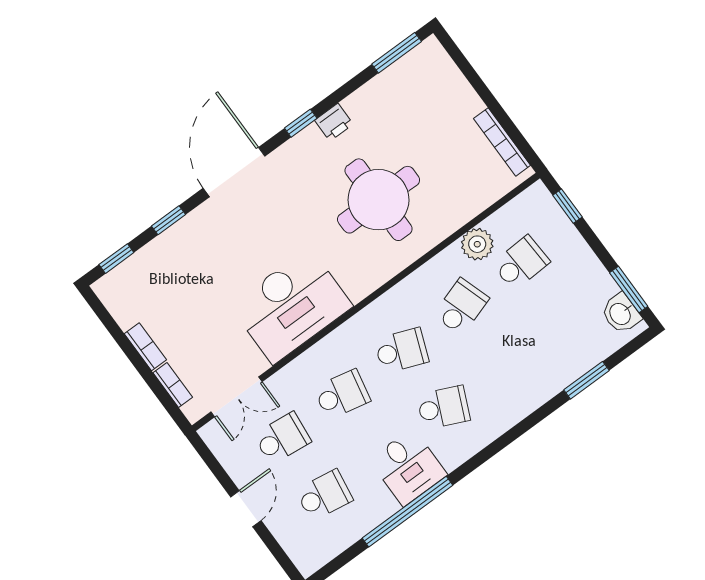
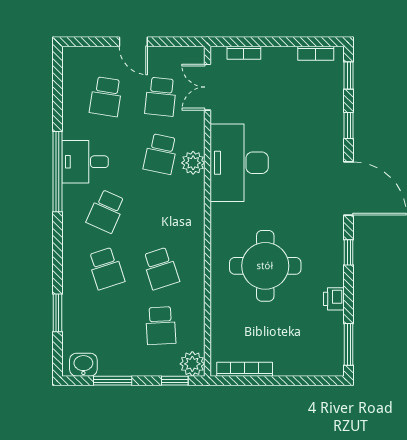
printer: (334, 122) -> (334, 299), moved
plant: (477, 244) -> (192, 364), moved
window: (629, 289) -> (113, 381), moved
bookcase: (145, 347) -> (316, 53), moved
school desk: (402, 351) -> (106, 268), moved, turned -39
plant: (326, 354) -> (193, 163), added
window: (408, 512) -> (58, 172), moved

